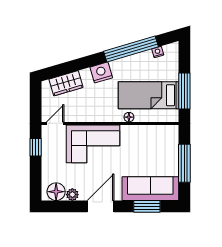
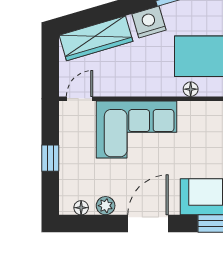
wardrobe: (66, 83) -> (96, 38), width x1.50
window: (36, 147) -> (50, 158), moved
floor lamp: (56, 192) -> (81, 208), width x0.53, depth x0.53

